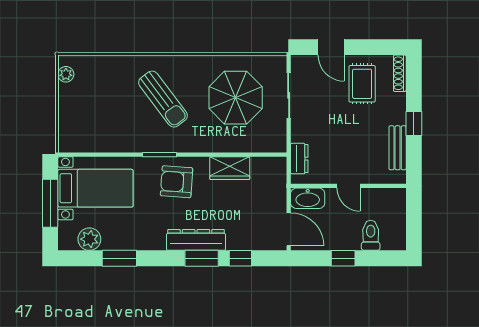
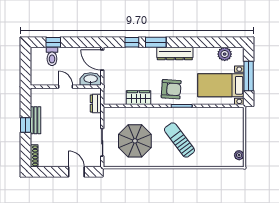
rug: (362, 84) -> (57, 149), removed
bench: (398, 148) -> (35, 120), moved
dresser: (196, 240) -> (175, 54), moved
window: (119, 258) -> (206, 42), removed
window: (343, 258) -> (53, 42), moved

